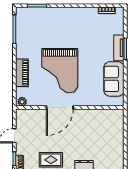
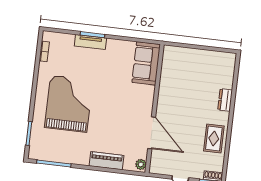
grand piano: (60, 71) -> (69, 104), moved, turned -90
sofa: (114, 79) -> (146, 63), moved, turned 90
door: (60, 108) -> (152, 133), moved

